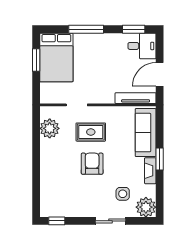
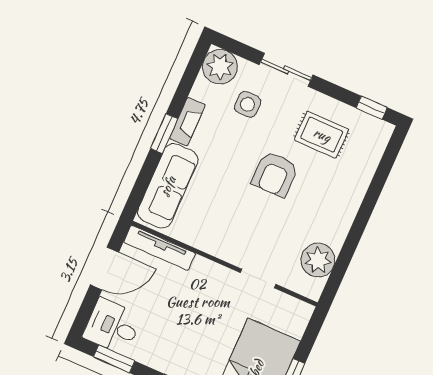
rug: (91, 132) -> (322, 135), moved

